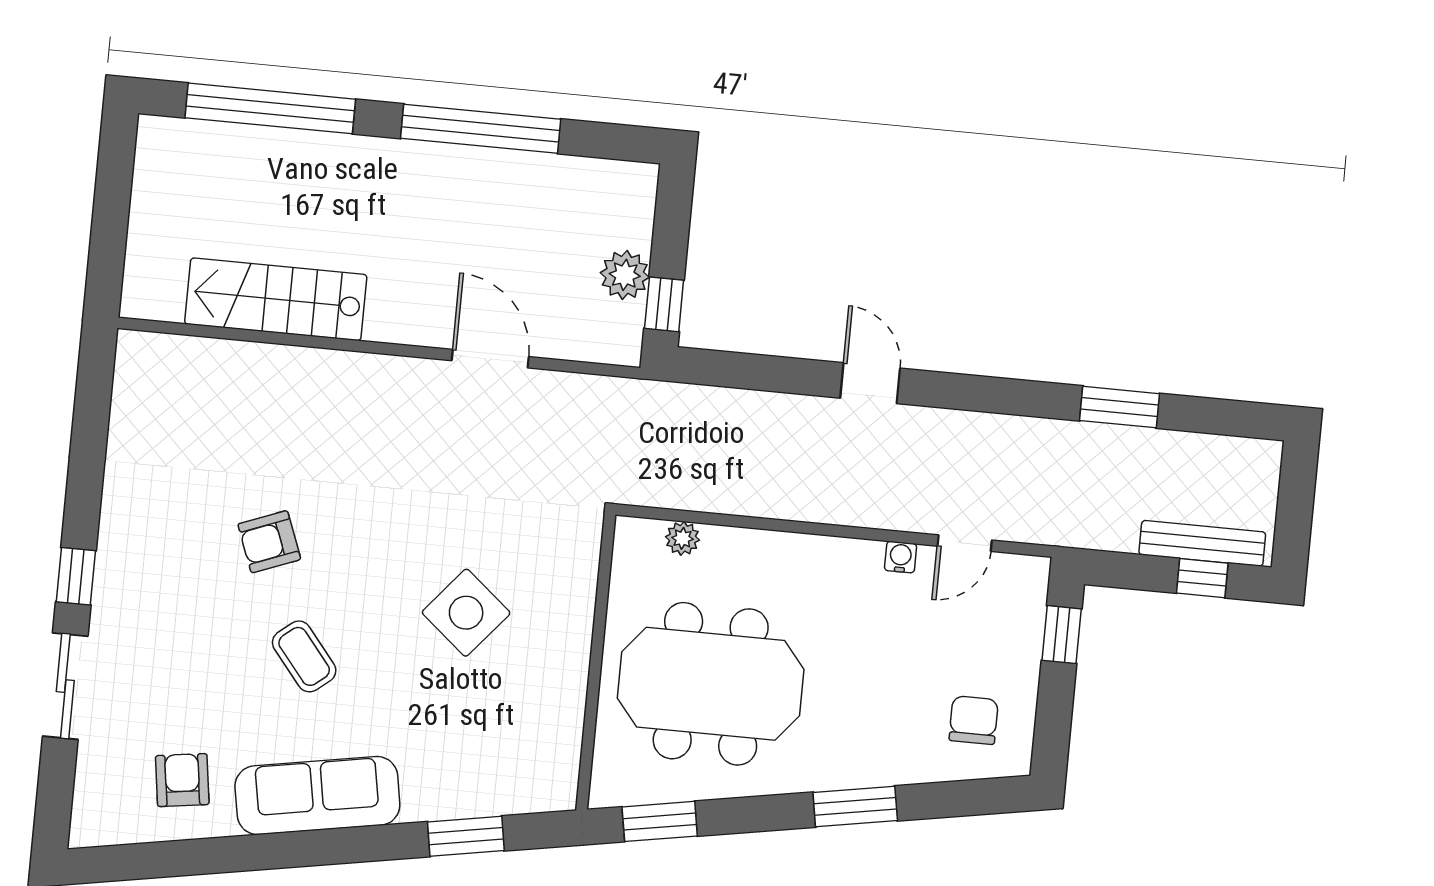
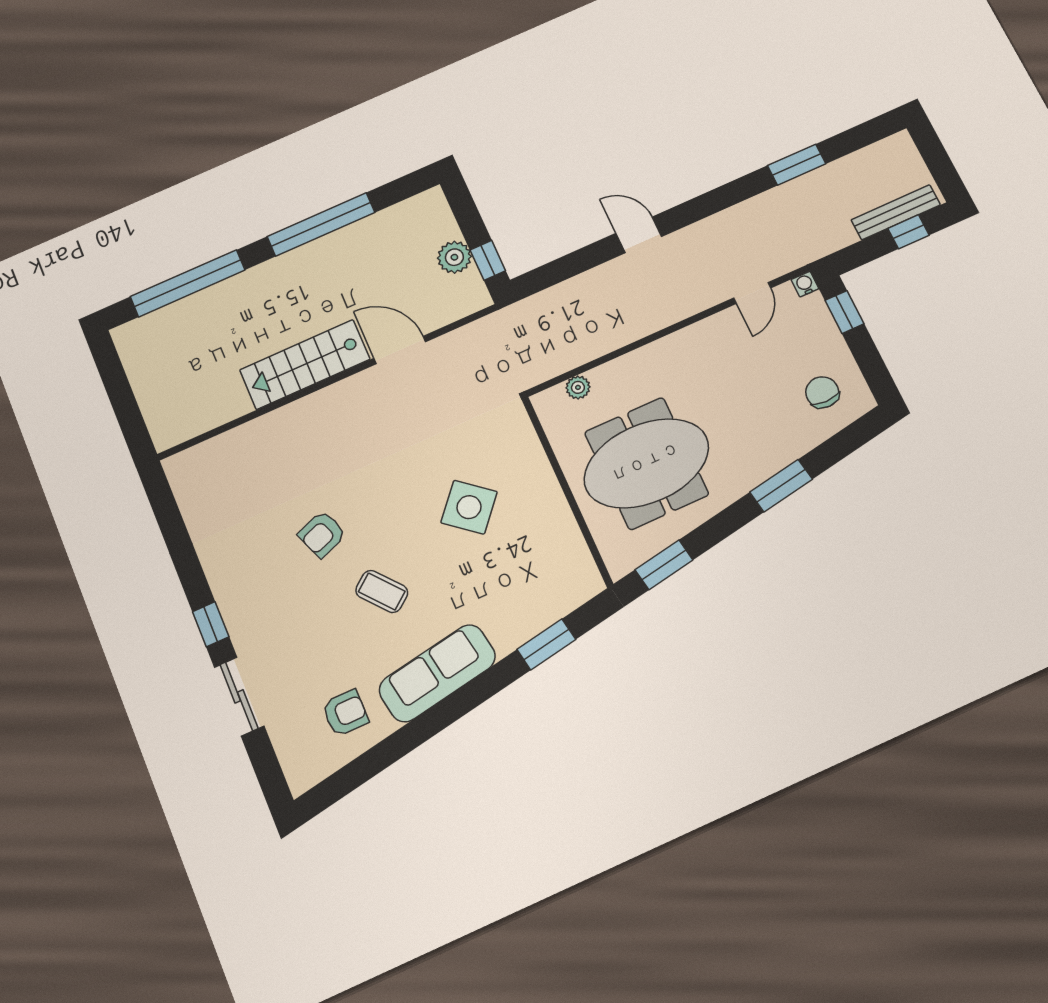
stairs: (276, 299) -> (305, 364), moved
water cooler: (901, 557) -> (805, 284), moved
armchair: (182, 780) -> (345, 713), turned 98

